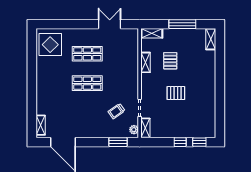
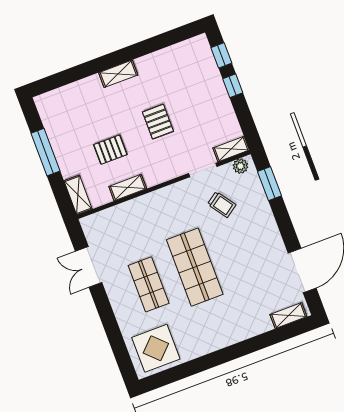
shelving: (211, 39) -> (118, 74), moved
shop shelf: (87, 83) -> (195, 267), width x1.43, depth x1.36

